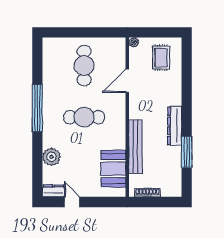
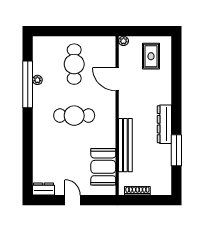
door: (127, 81) -> (117, 79), hinge flipped
window: (37, 108) -> (28, 84), moved
plant: (51, 157) -> (37, 80), moved, width x0.53, depth x0.53
door: (72, 202) -> (73, 200), moved

